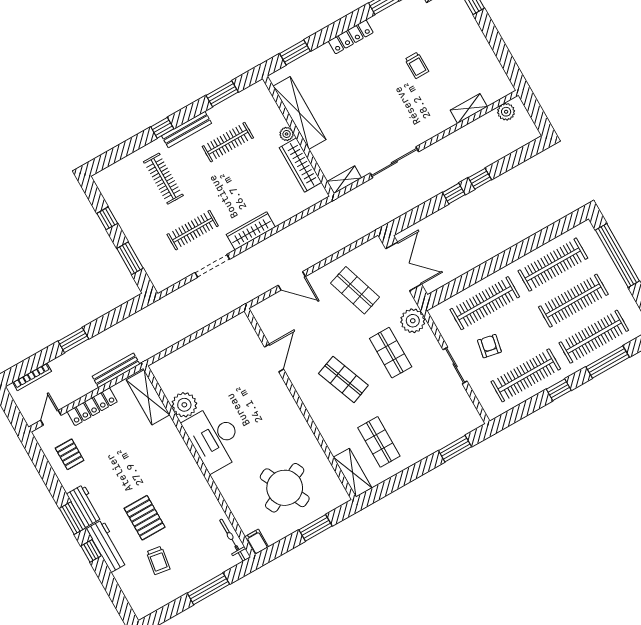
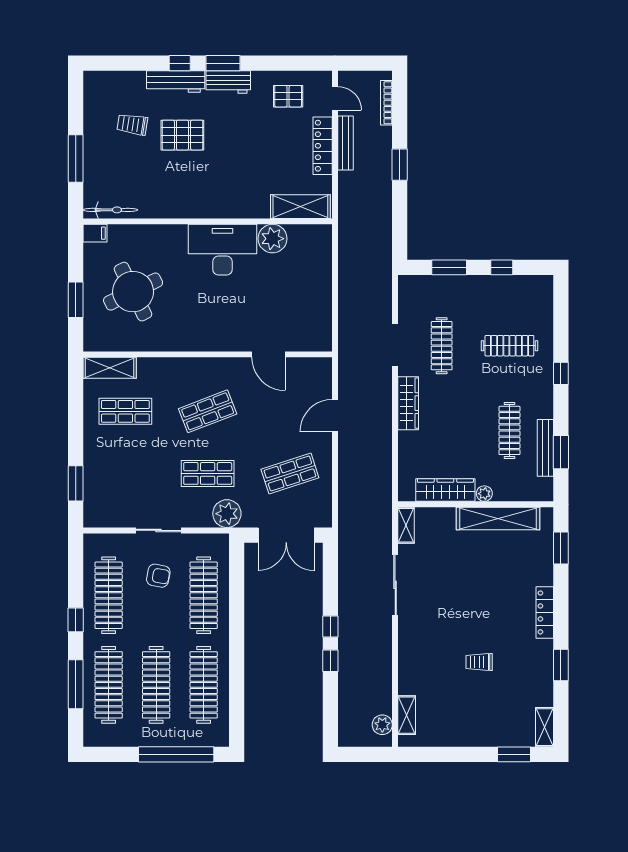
shelving: (469, 108) -> (407, 715), moved
bench: (187, 129) -> (545, 448), moved
bench: (116, 370) -> (345, 143), moved

